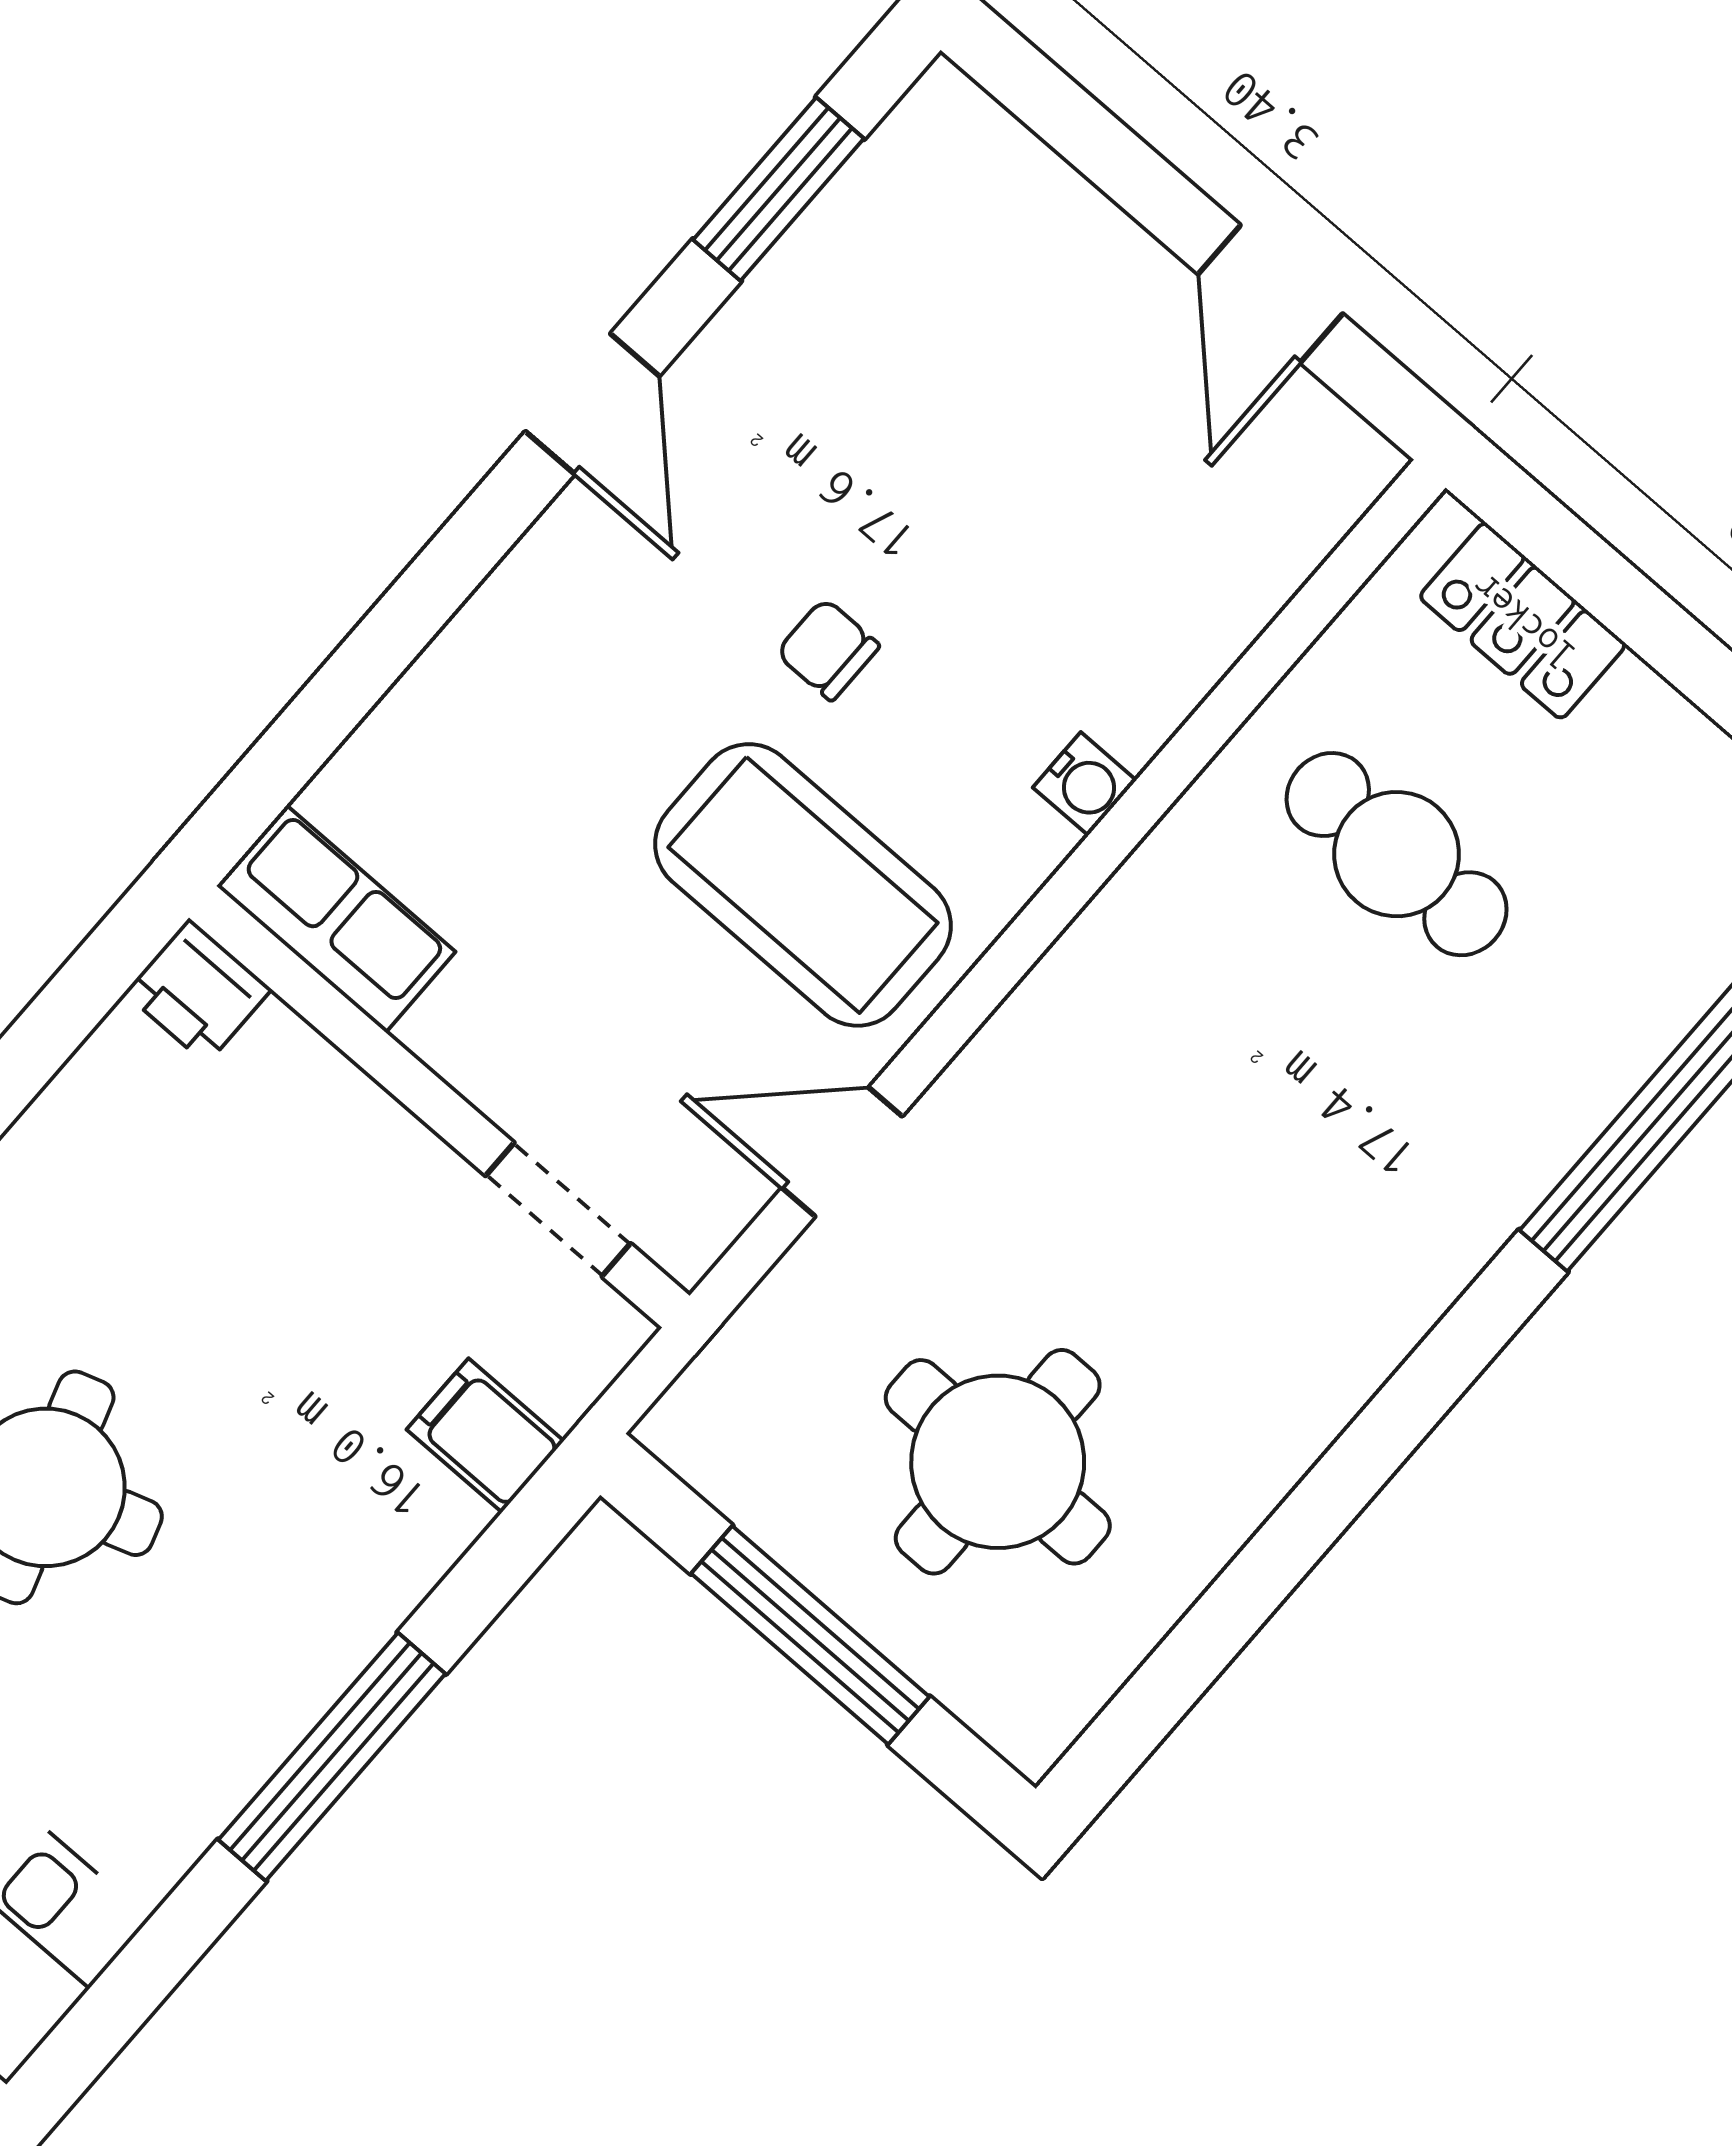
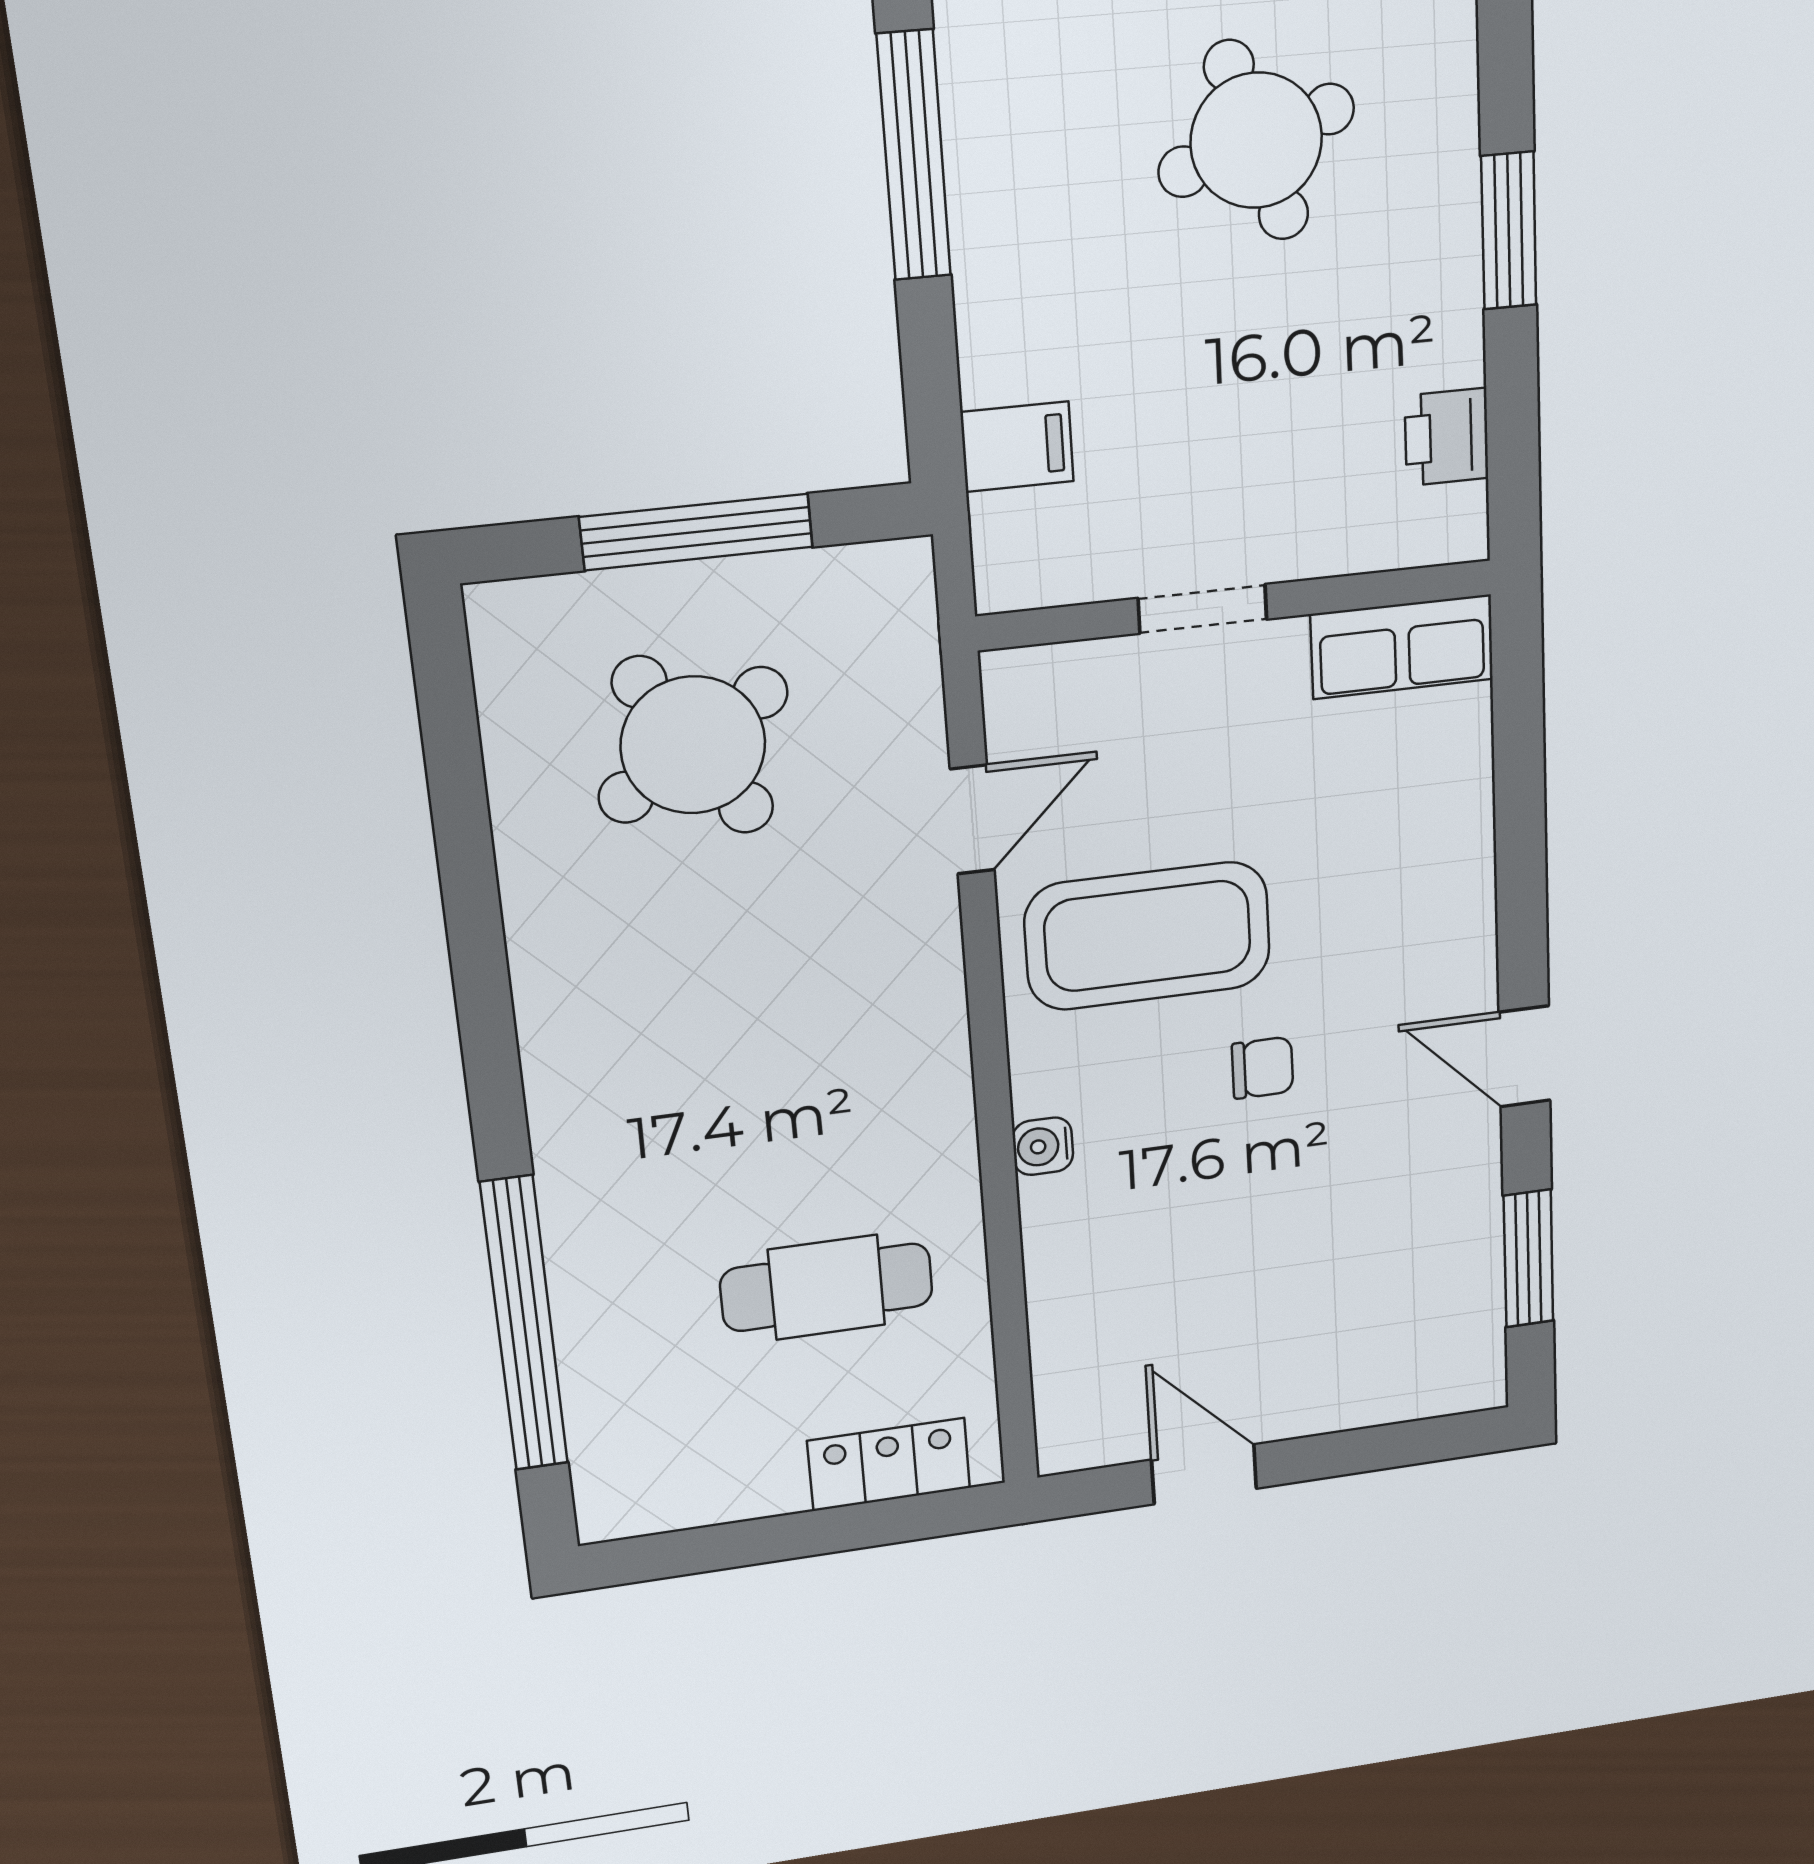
printer: (198, 991) -> (1447, 437), moved, turned -90
doorway: (558, 1210) -> (1202, 609), moved
round table: (998, 1462) -> (693, 745), turned -33

